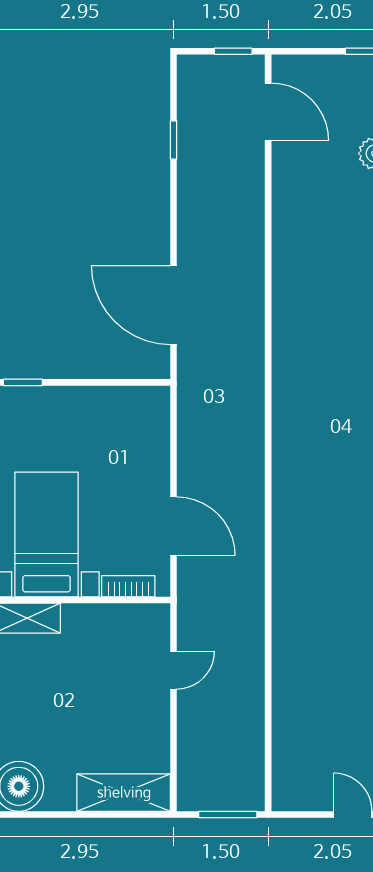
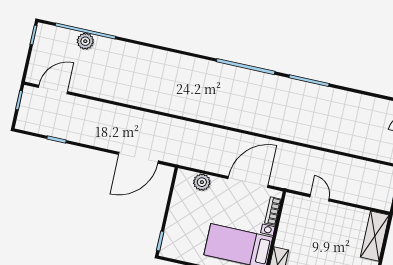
plant: (154, 437) -> (202, 182), added
door: (174, 526) -> (248, 182), width x1.36

